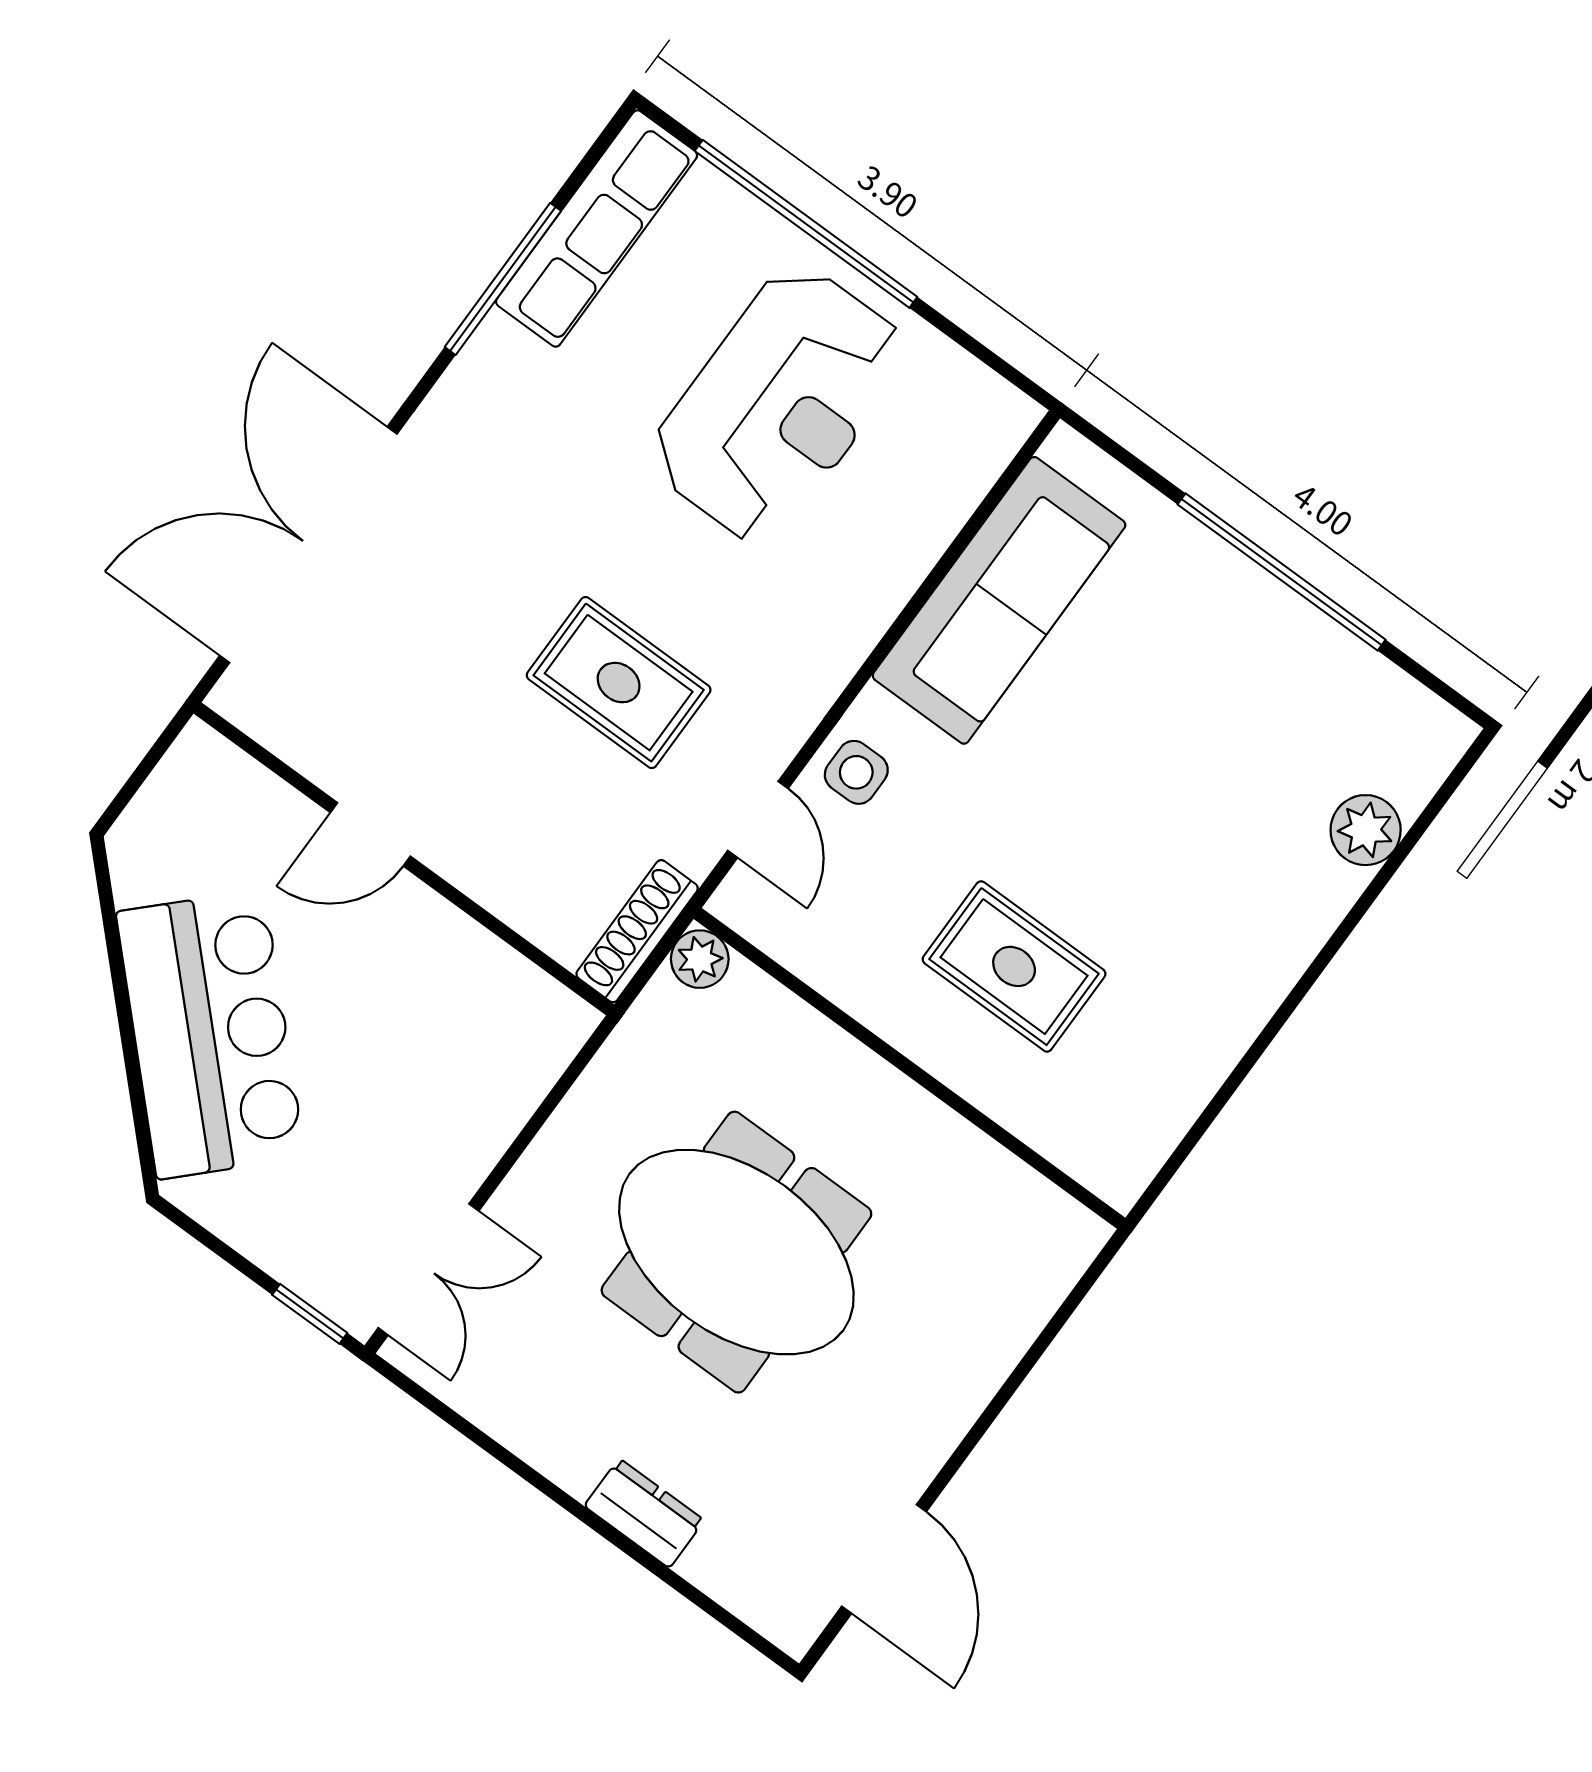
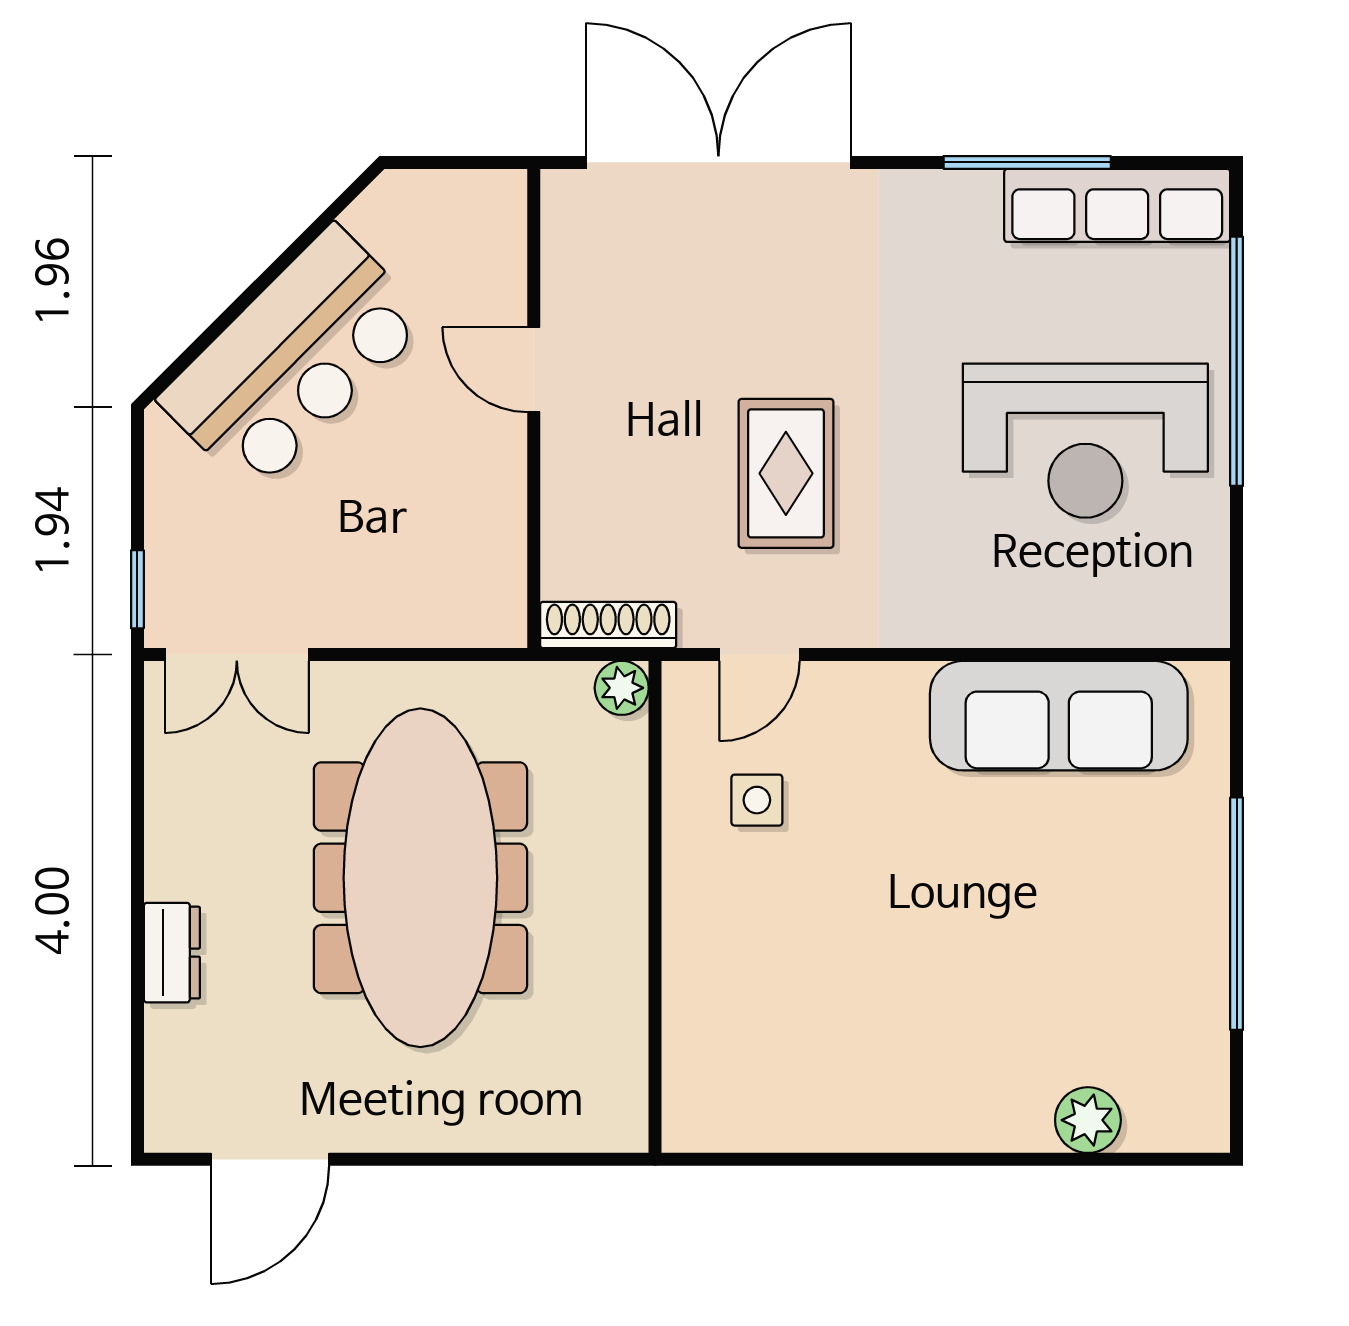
side table: (856, 772) -> (757, 800), moved
rug: (1014, 966) -> (790, 930), removed
meeting table: (736, 1252) -> (420, 878), width x1.36

